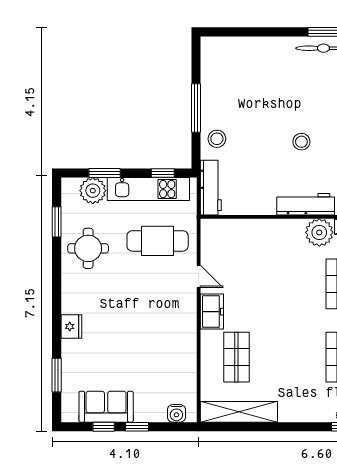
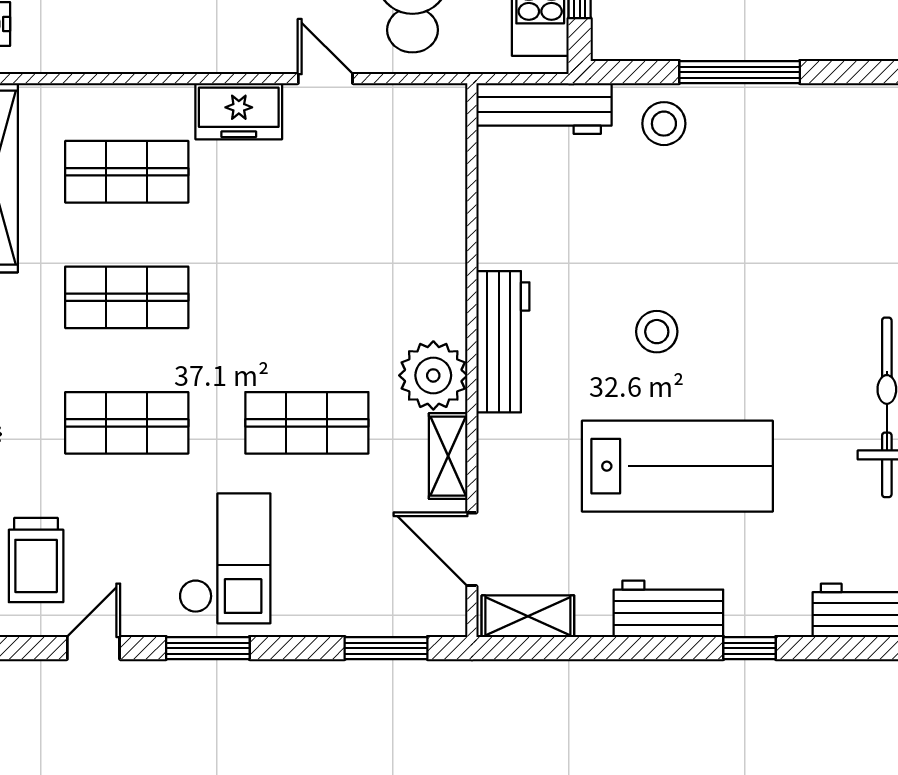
door: (199, 276) -> (325, 79), swing flipped
shop shelf: (288, 357) -> (127, 297), added

